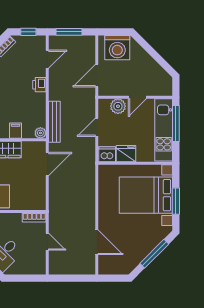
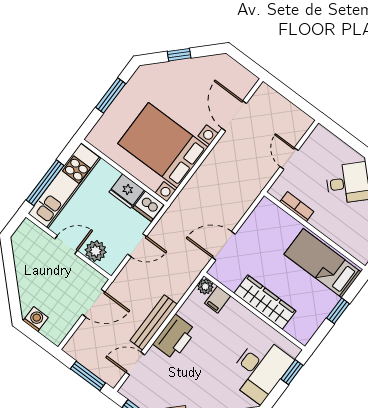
washing machine: (117, 48) -> (36, 319), width x0.53, depth x0.53
printer: (39, 85) -> (175, 337), width x1.87, depth x1.48
bench: (54, 122) -> (154, 322), moved
filing cabinet: (16, 131) -> (218, 300), moved
bed with nightstands: (146, 195) -> (163, 145), moved, turned 180
bookcase: (34, 217) -> (297, 207), moved
window: (154, 254) -> (179, 55), width x0.46

